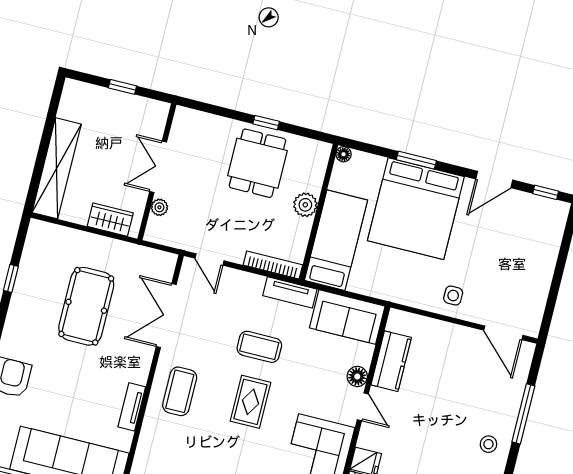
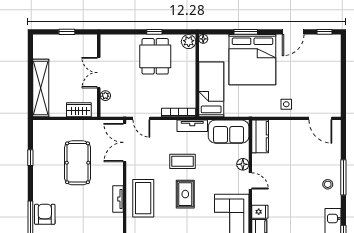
plant: (305, 205) -> (189, 42), moved
double door: (166, 316) -> (125, 142), moved
kitchen counter: (391, 361) -> (260, 136), moved
coffee table: (180, 391) -> (143, 198), width x1.36, depth x1.32
tv unit: (132, 407) -> (118, 199), moved
window: (523, 414) -> (343, 177), moved

